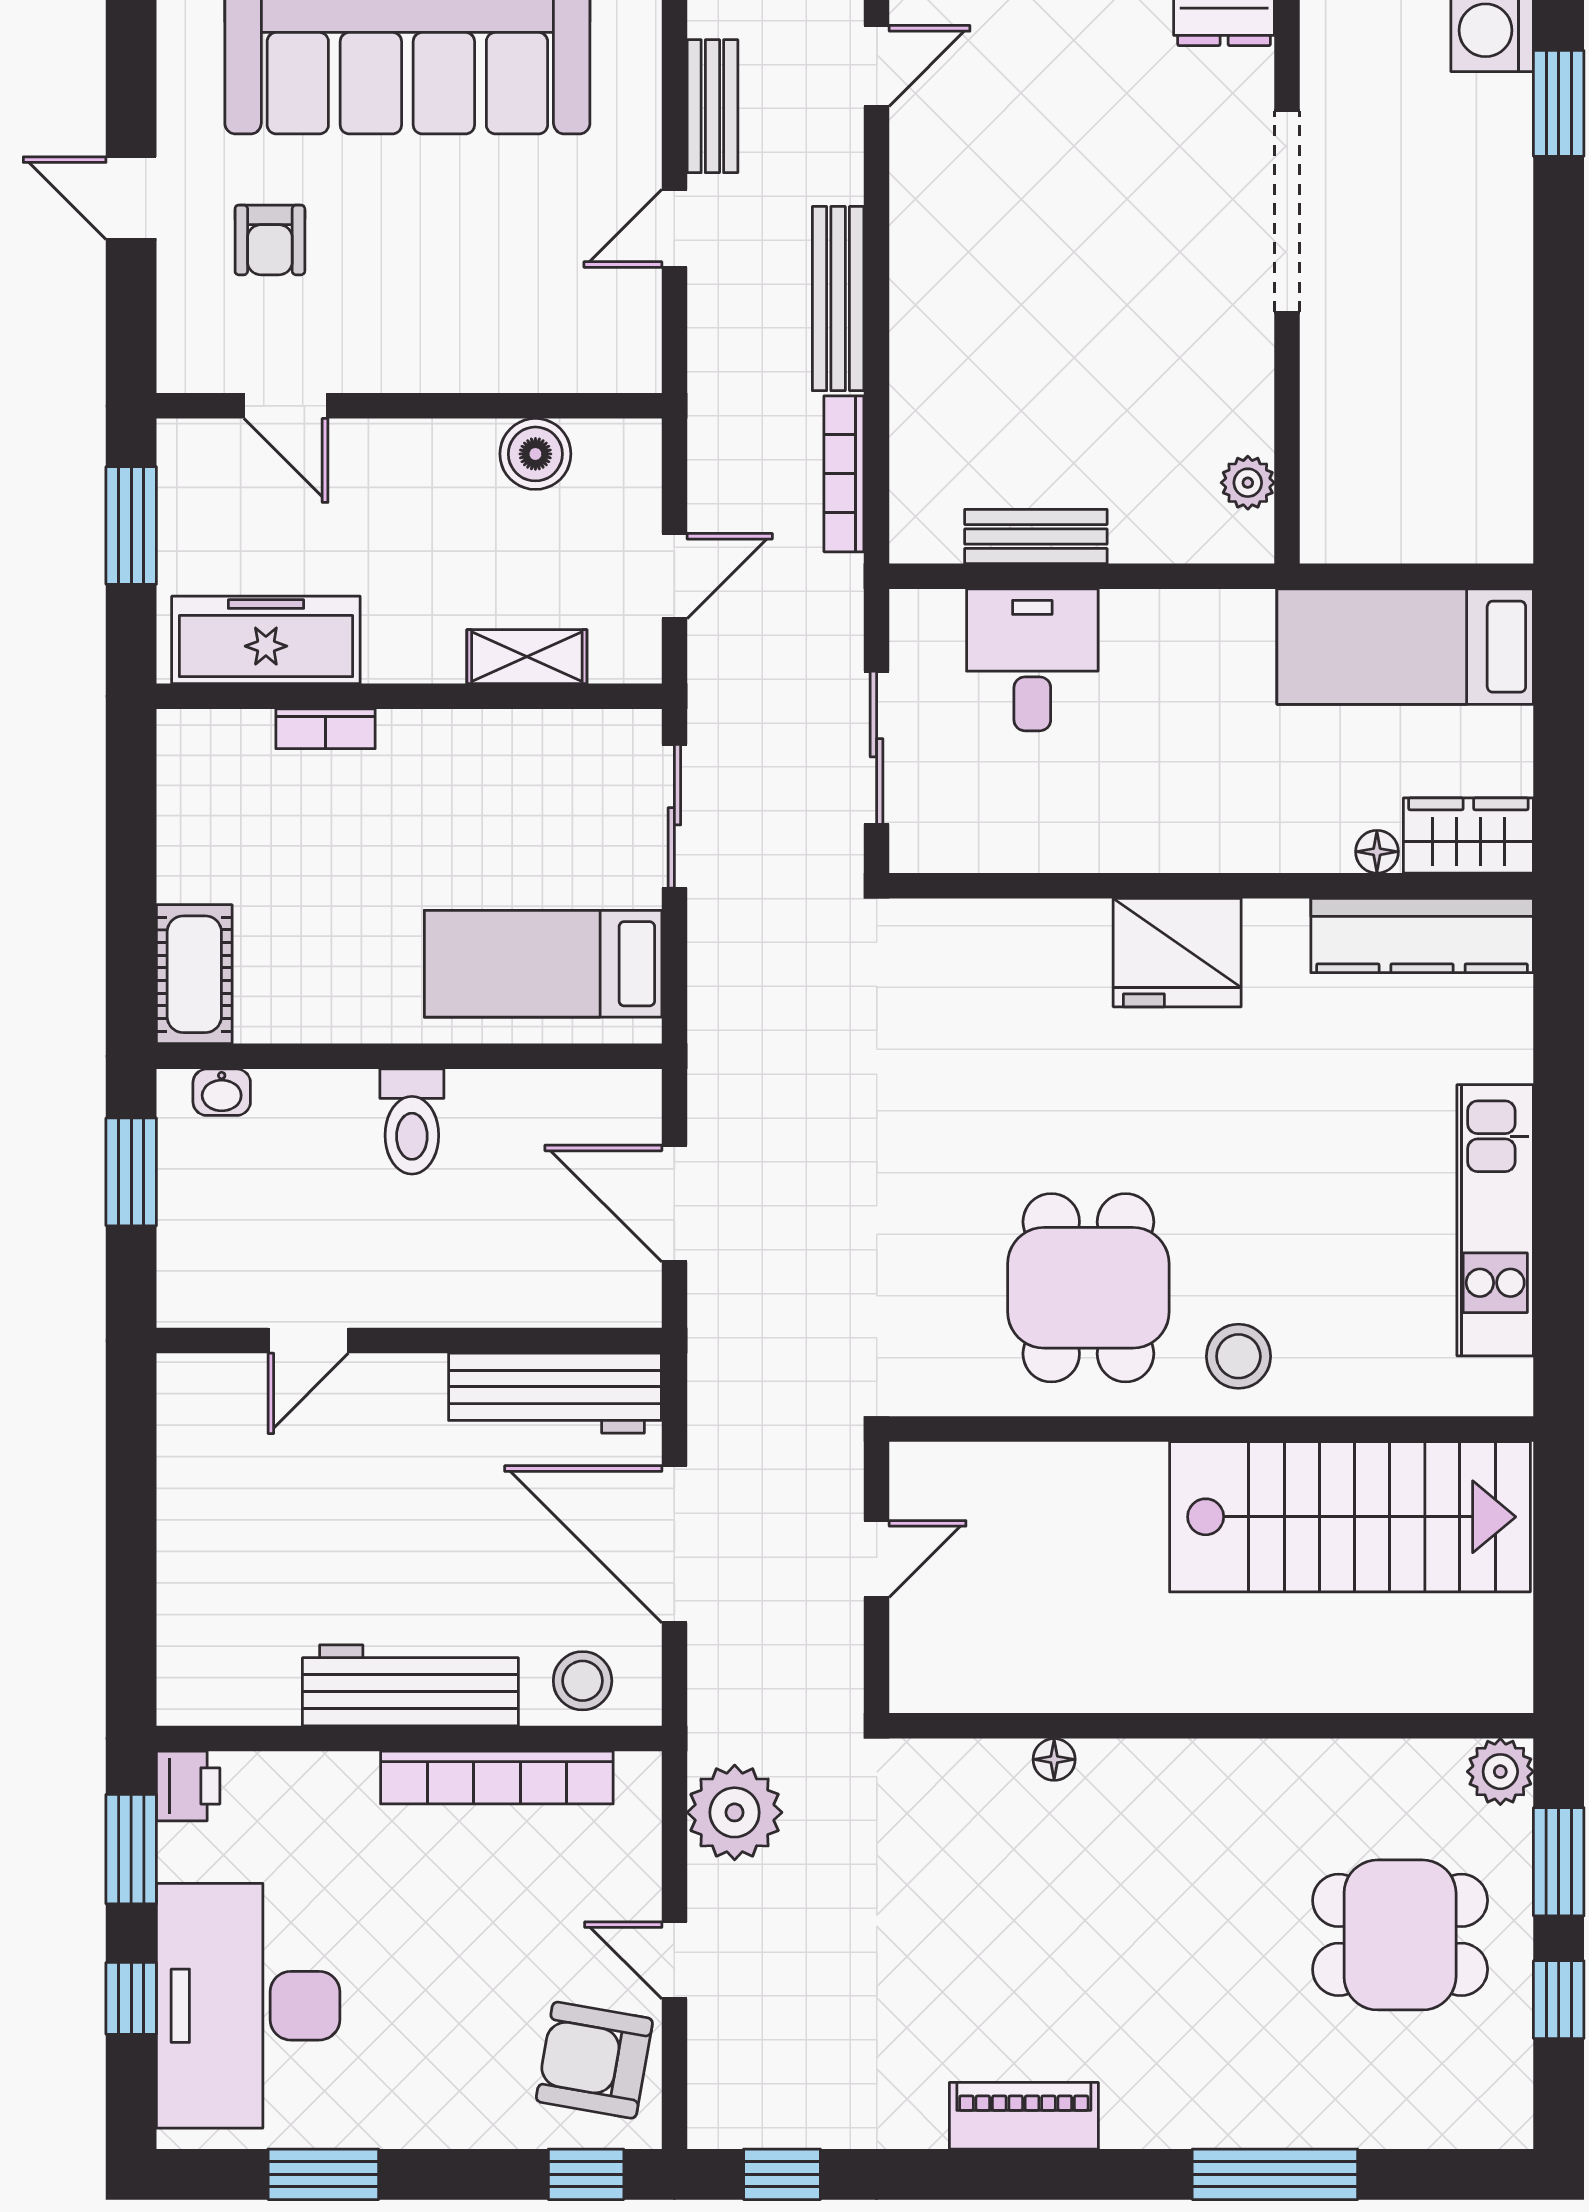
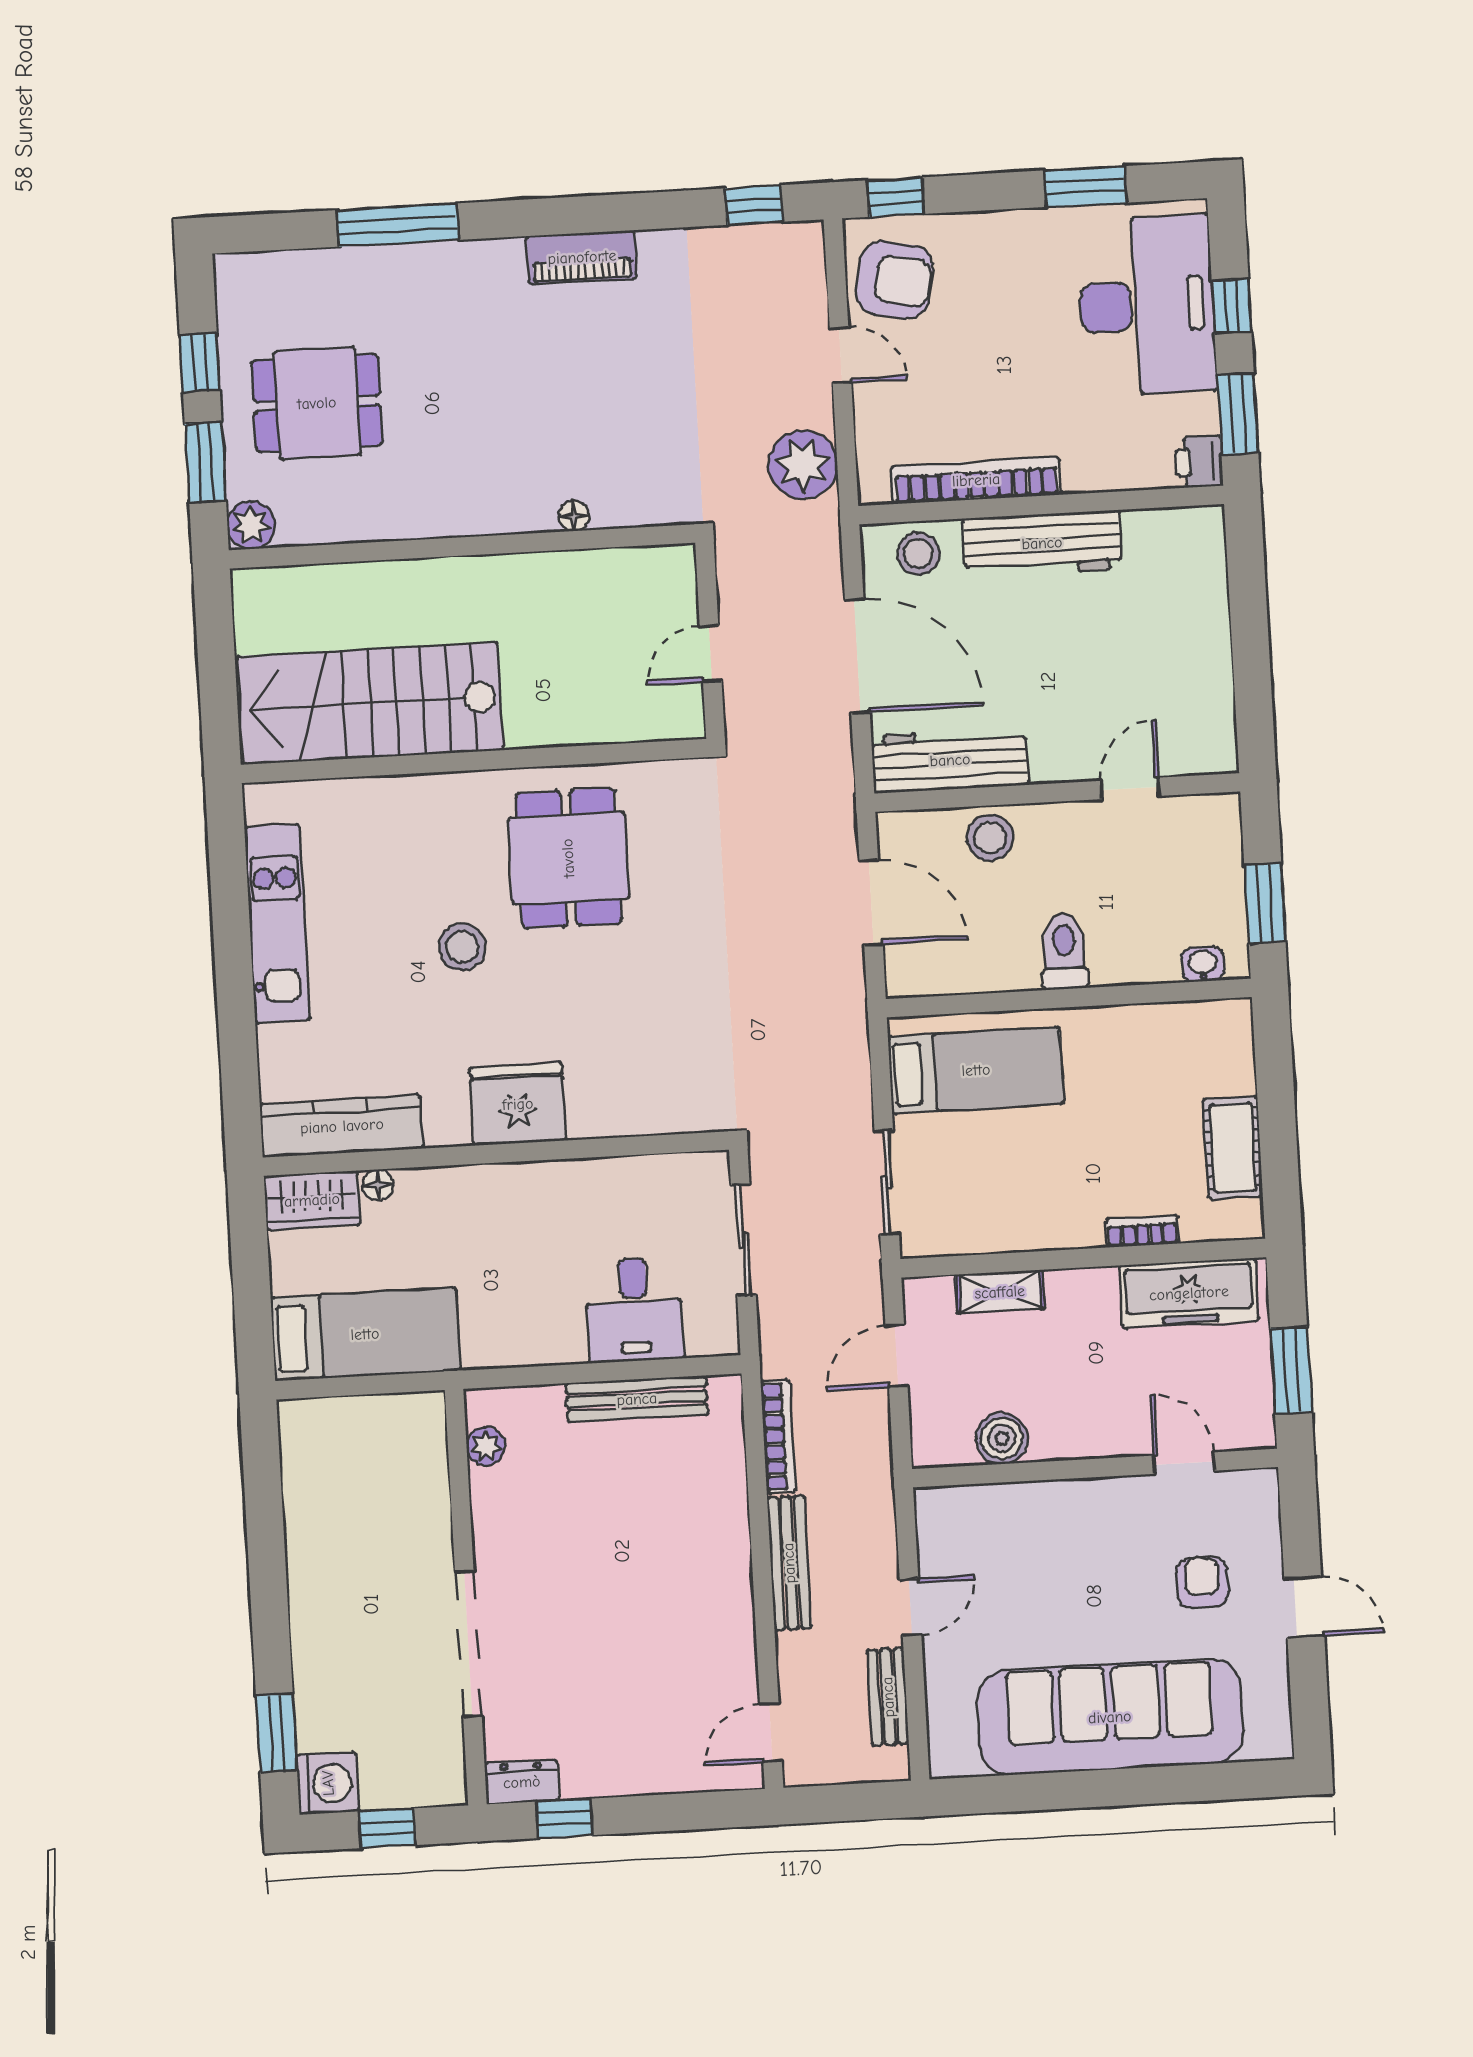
bench: (1036, 537) -> (637, 1399), width x1.36
cot: (194, 974) -> (1233, 1148), moved
stool: (505, 1284) -> (990, 838), added
stool: (1238, 1356) -> (462, 947), moved

